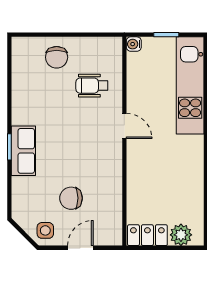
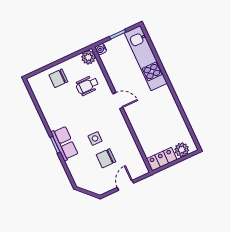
plant: (111, 47) -> (88, 57), added
chair: (57, 57) -> (58, 78), turned 90
side table: (45, 230) -> (95, 138), moved

